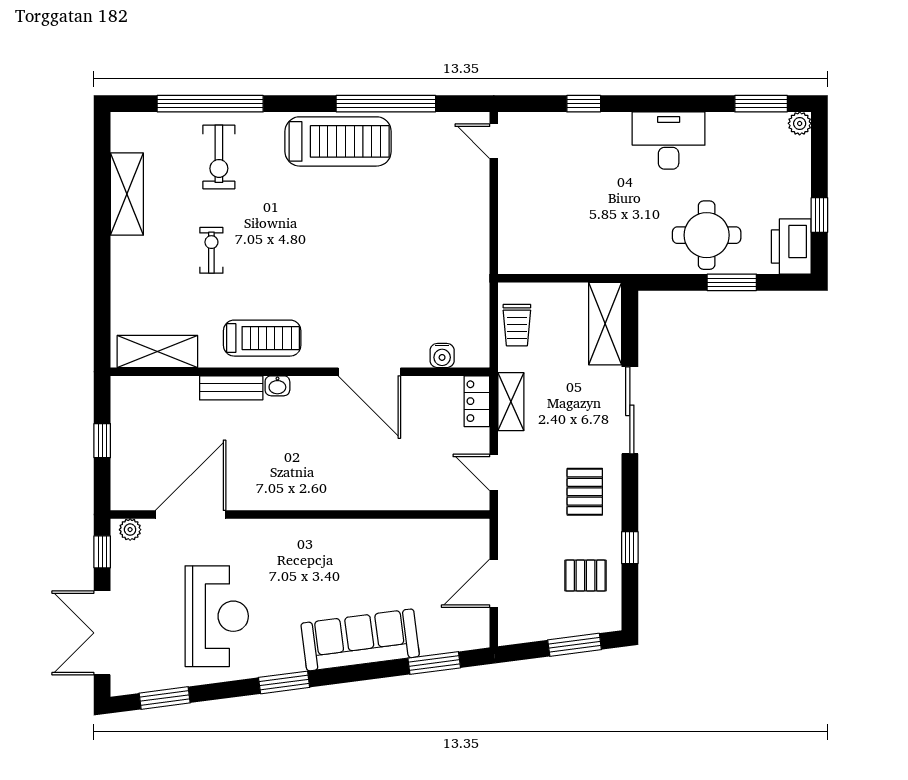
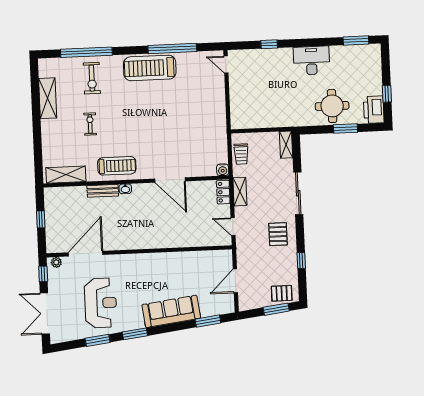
plant: (800, 123) -> (375, 49), removed
treadmill: (338, 141) -> (150, 68), turned 180
shelving: (605, 324) -> (286, 145), width x0.67, depth x0.75
water cooler: (442, 355) -> (223, 170), moved
pallet: (585, 576) -> (282, 293), moved
window: (165, 698) -> (98, 340), moved

